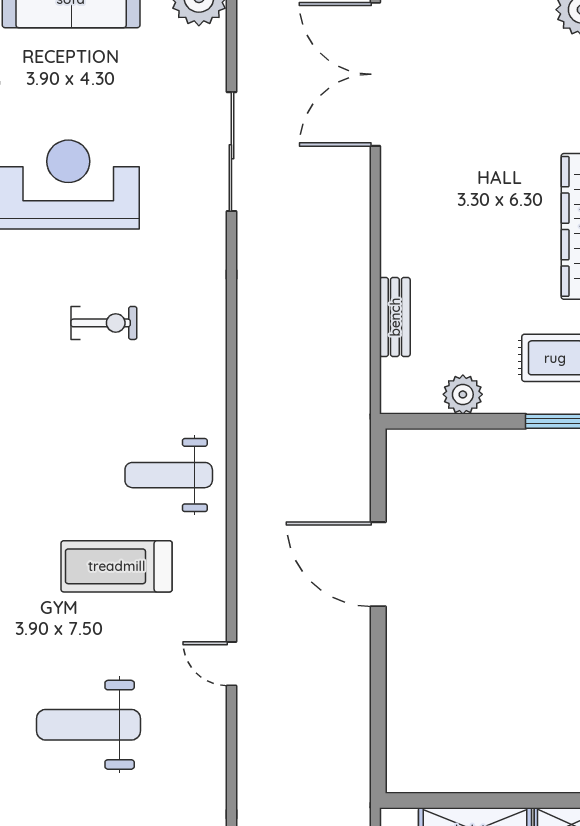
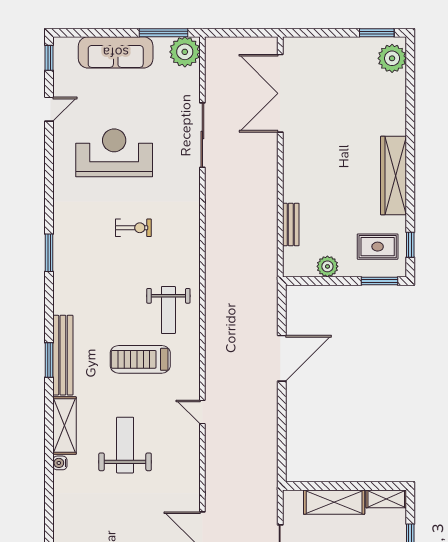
weight bench: (169, 475) -> (168, 310), turned -90
door: (378, 564) -> (282, 358), swing flipped
weight bench: (89, 725) -> (125, 445), turned 90

